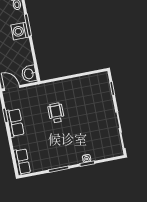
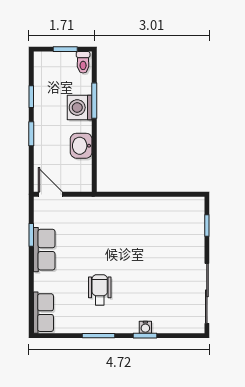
washbasin: (29, 74) -> (81, 146), moved
wheelchair: (56, 113) -> (100, 290), moved

